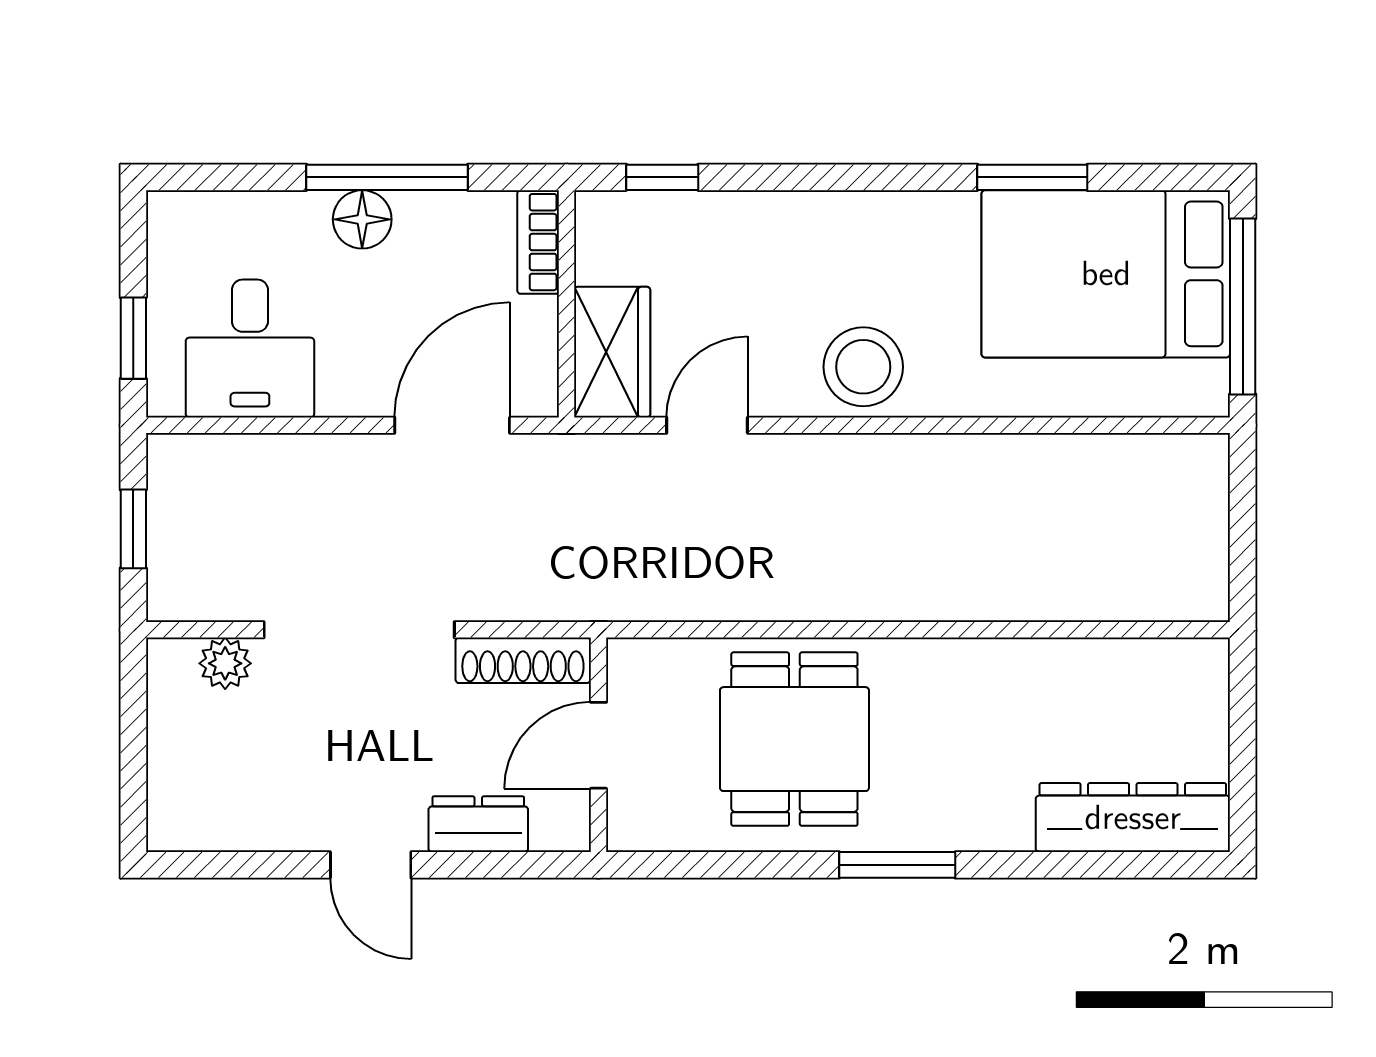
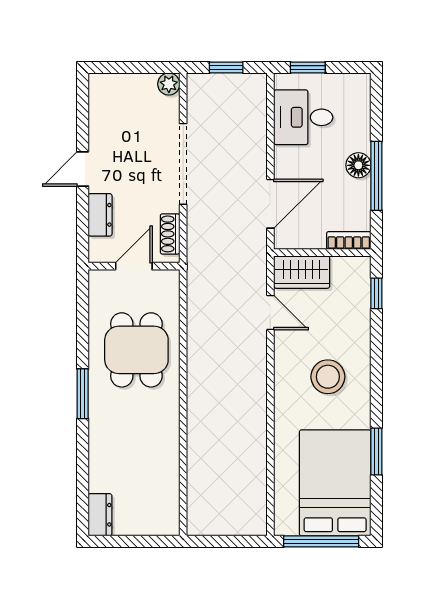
stool: (863, 367) -> (328, 377), moved
door: (452, 425) -> (270, 204), hinge flipped
shoe rack: (523, 660) -> (170, 234), width x0.70
plant: (225, 663) -> (169, 84), moved
dining table: (794, 739) -> (136, 350), turned 90
door: (598, 745) -> (134, 266), hinge flipped
dresser: (1133, 818) -> (100, 515), width x0.51, depth x0.80

